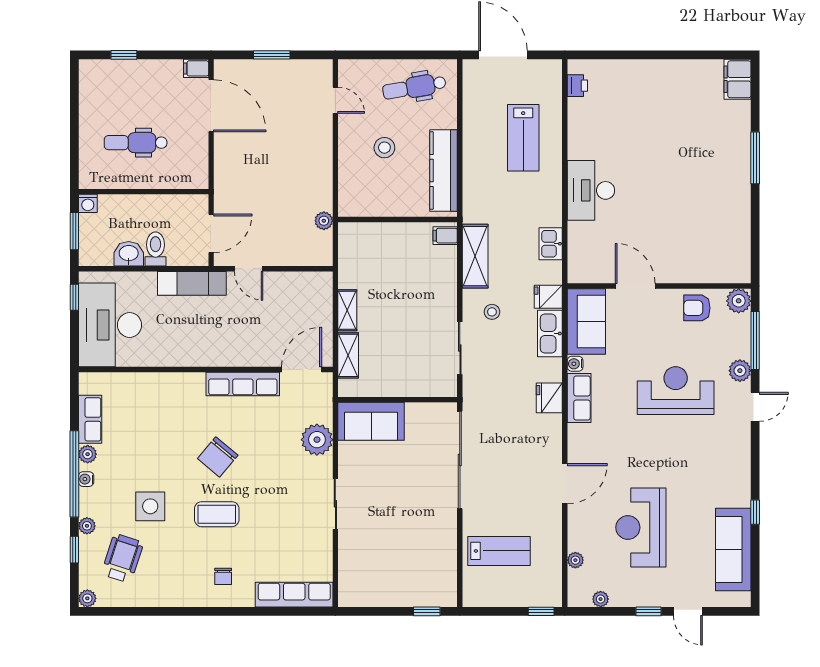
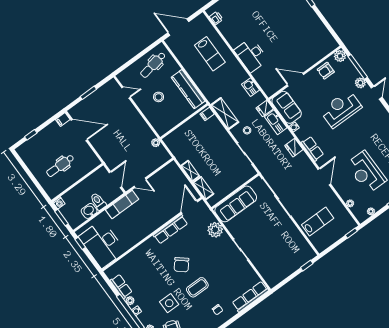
row of seats: (579, 398) -> (312, 149), moved
sofa: (371, 421) -> (236, 204), width x1.36

